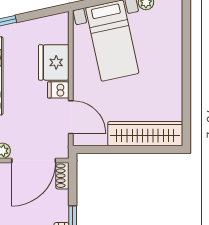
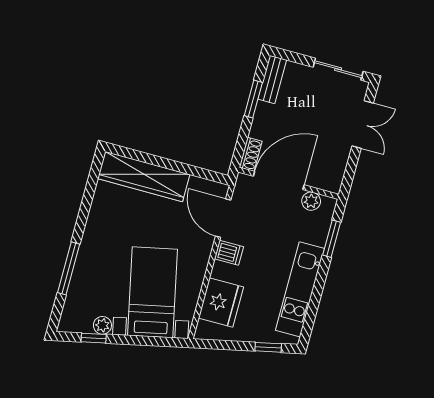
window: (186, 41) -> (69, 268), added
fridge: (54, 62) -> (221, 303), moved

